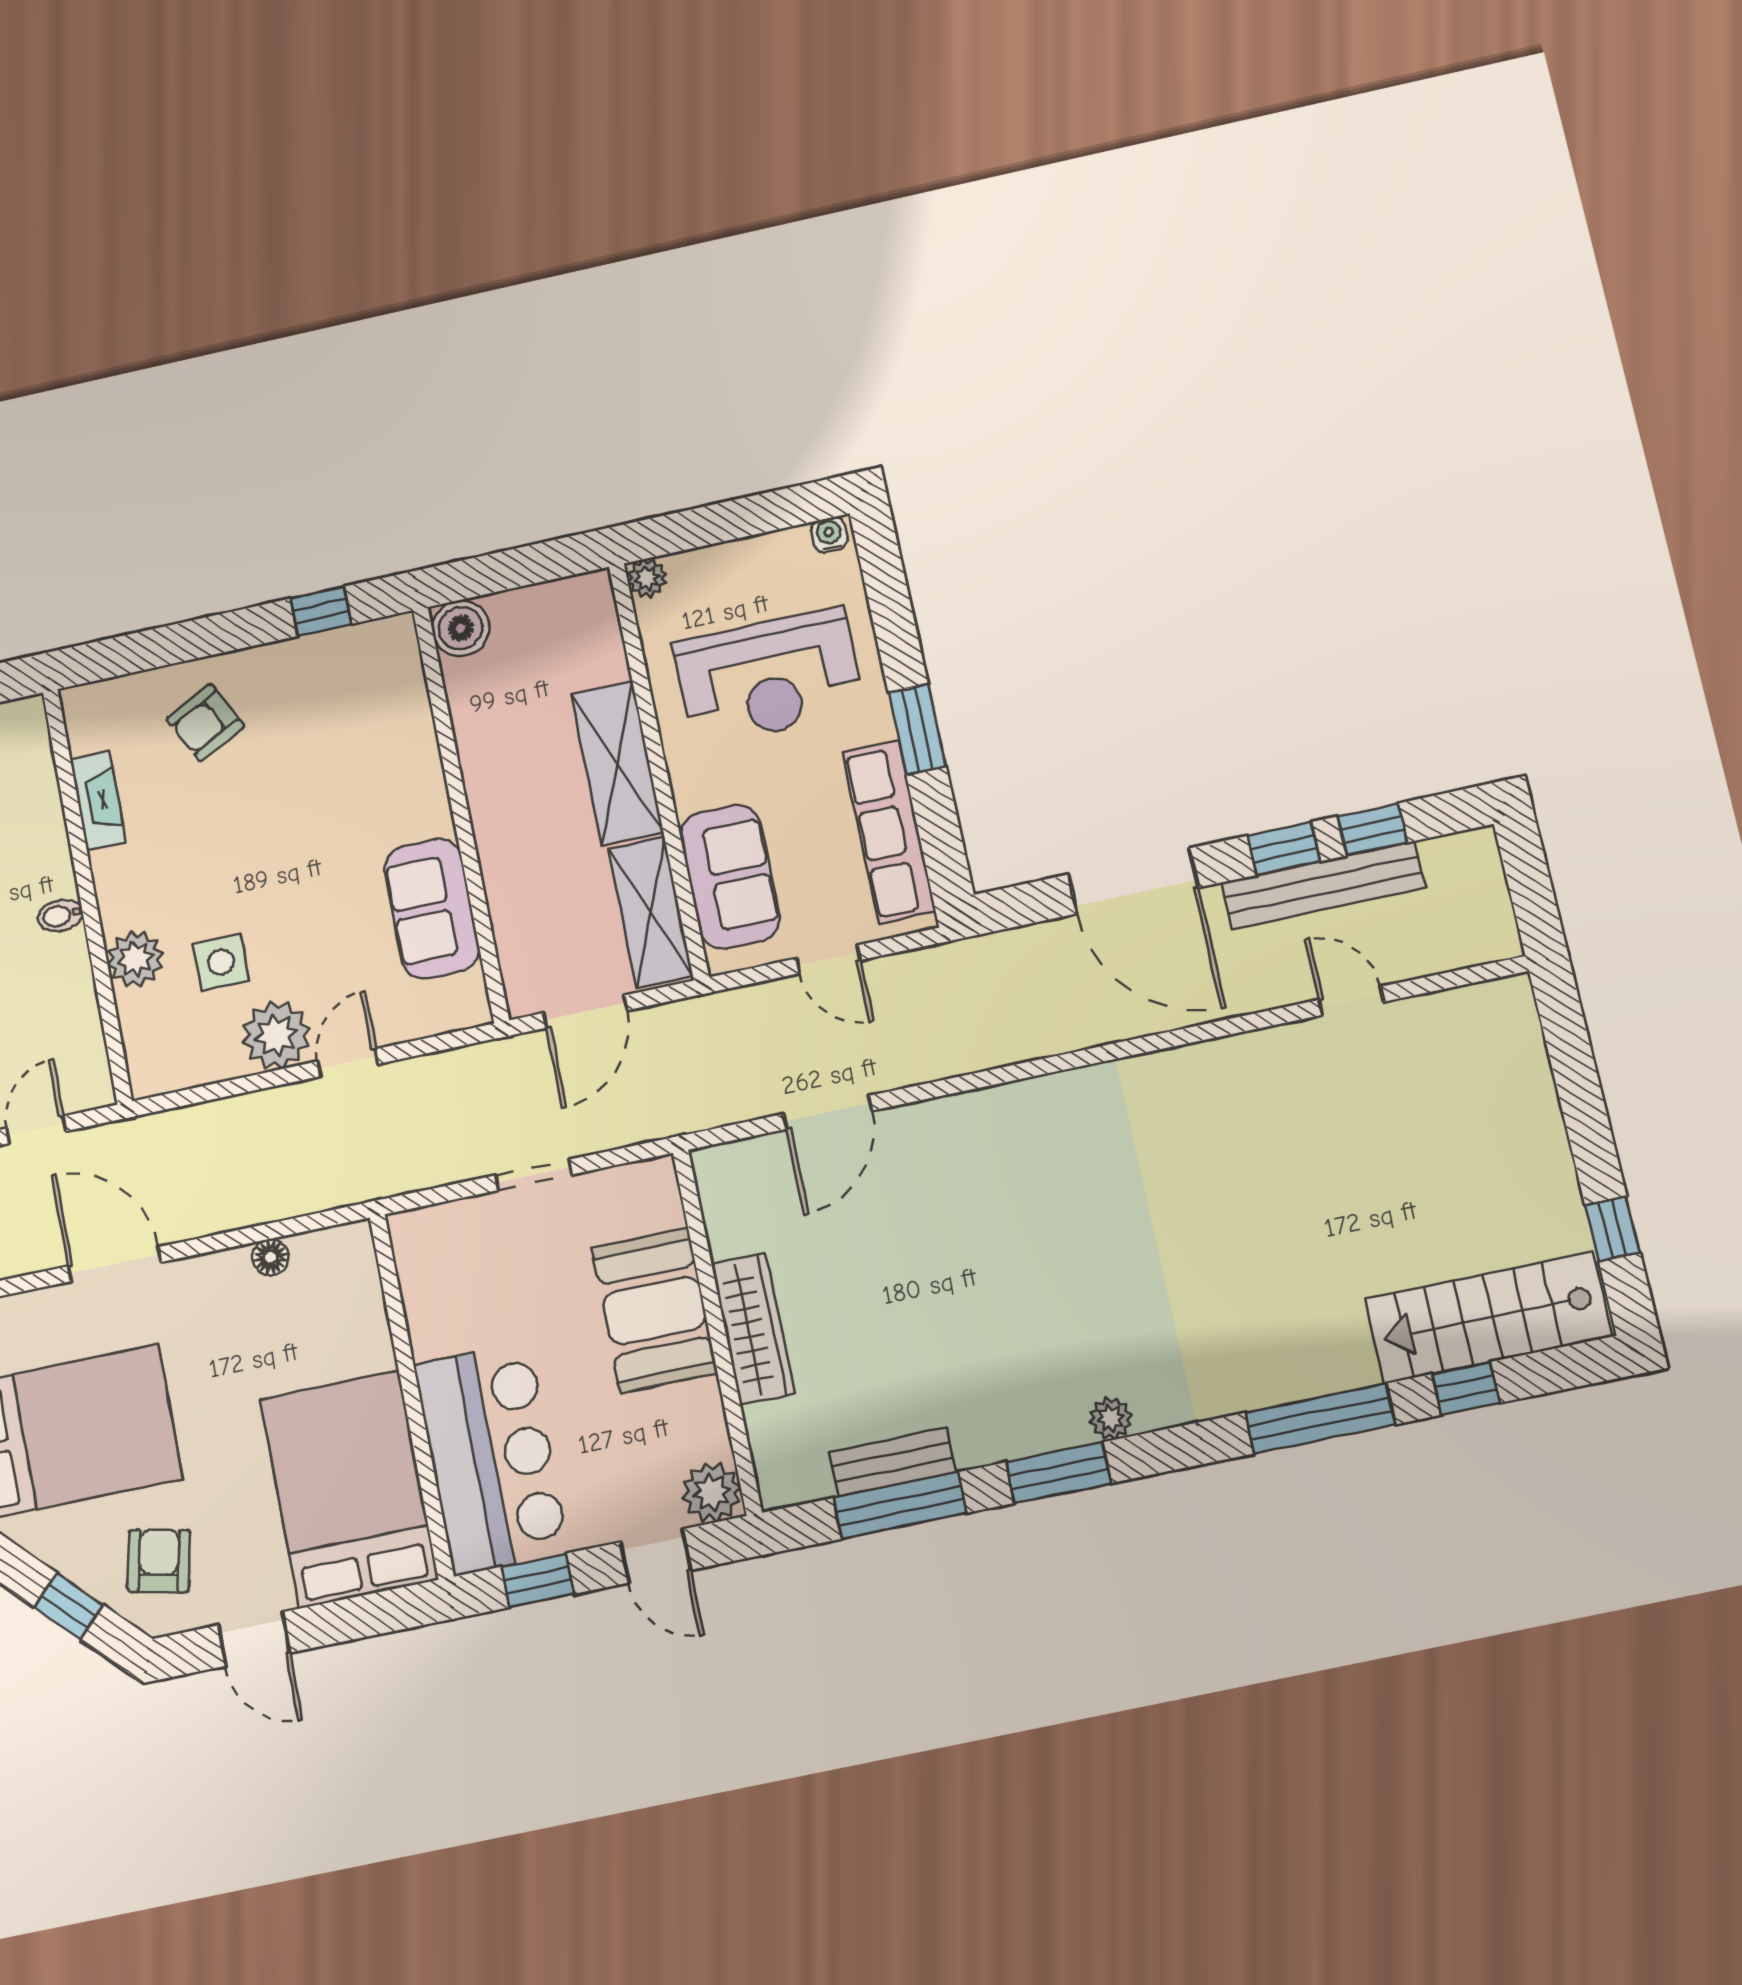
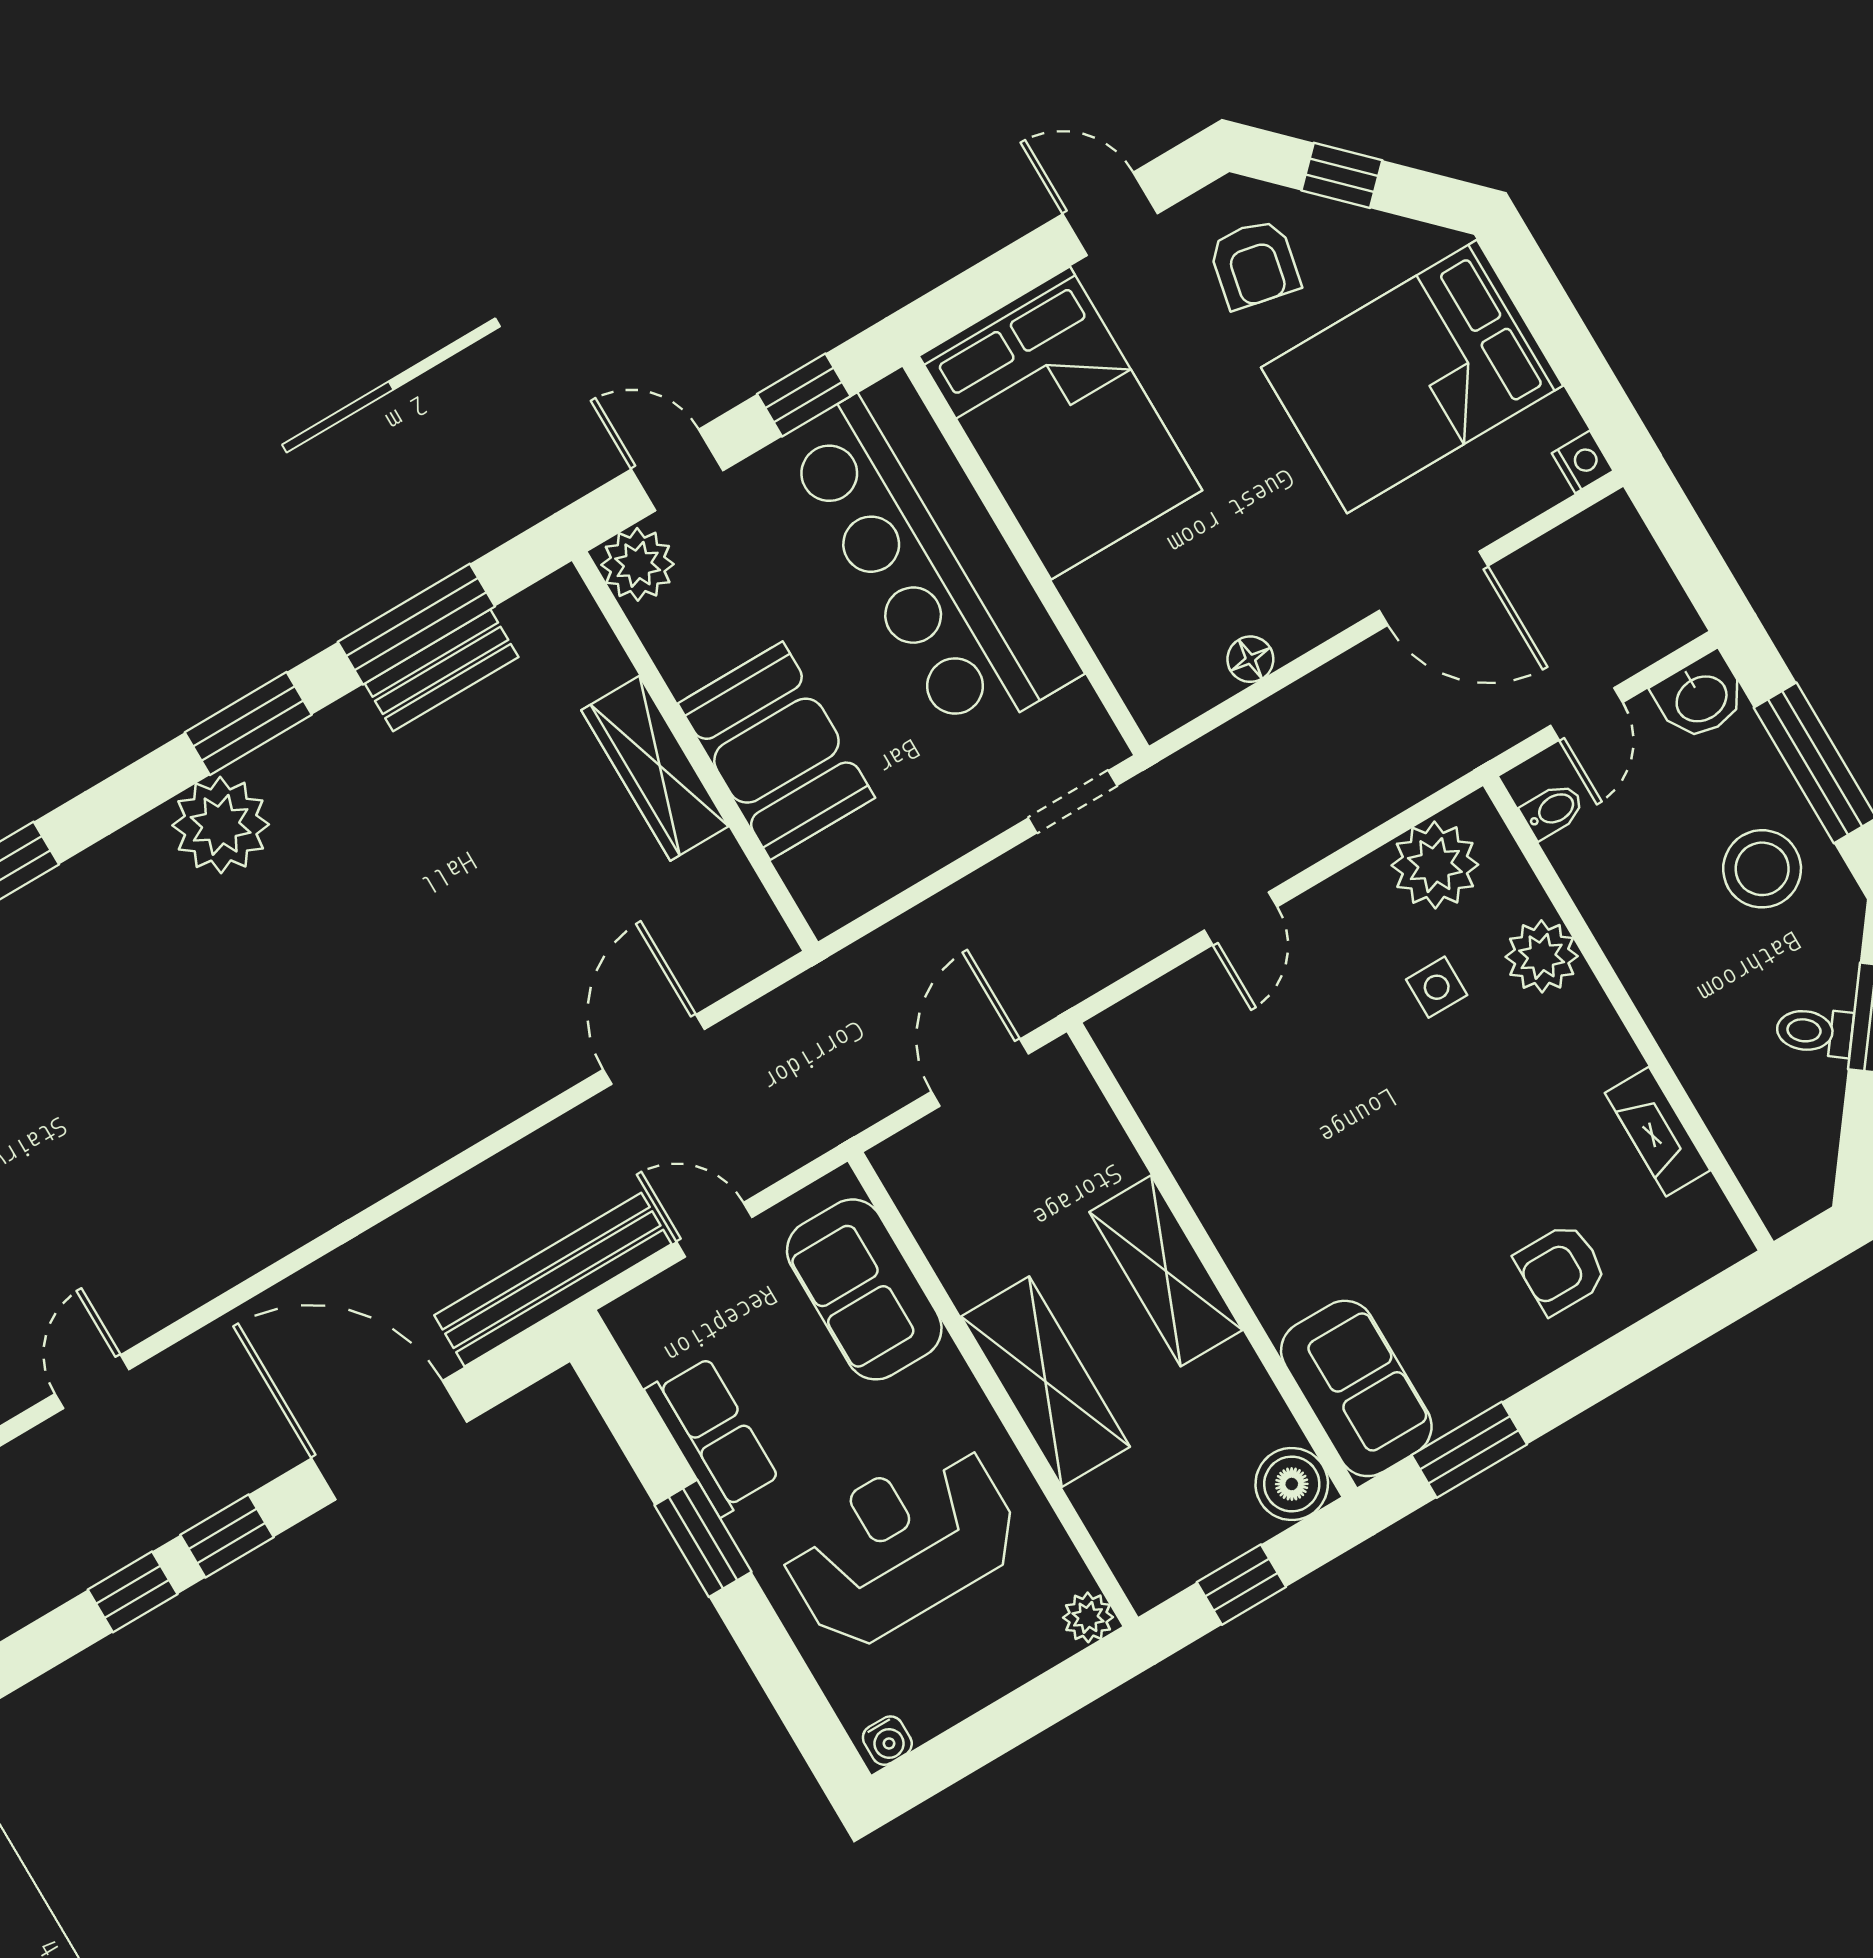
window: (524, 566) -> (1241, 1585), added
window: (321, 611) -> (1469, 1450), width x1.50
armchair: (205, 723) -> (1561, 1269), turned -153
row of seats: (889, 832) -> (713, 1436), width x0.68
bench: (1323, 885) -> (553, 1280), moved
sofa: (432, 909) -> (1356, 1388), moved
shelving: (651, 912) -> (1166, 1271), moved
bidet: (60, 916) -> (1553, 810), moved
side table: (221, 962) -> (1437, 987), width x0.73, depth x0.73
door: (1351, 1001) -> (92, 1382), swing flipped
plant: (276, 1035) -> (1435, 865), moved
doorway: (533, 1175) -> (1073, 802), moved
plant: (1111, 1419) -> (221, 825), width x1.87, depth x1.87
bar counter: (491, 1458) -> (931, 557), width x1.36

